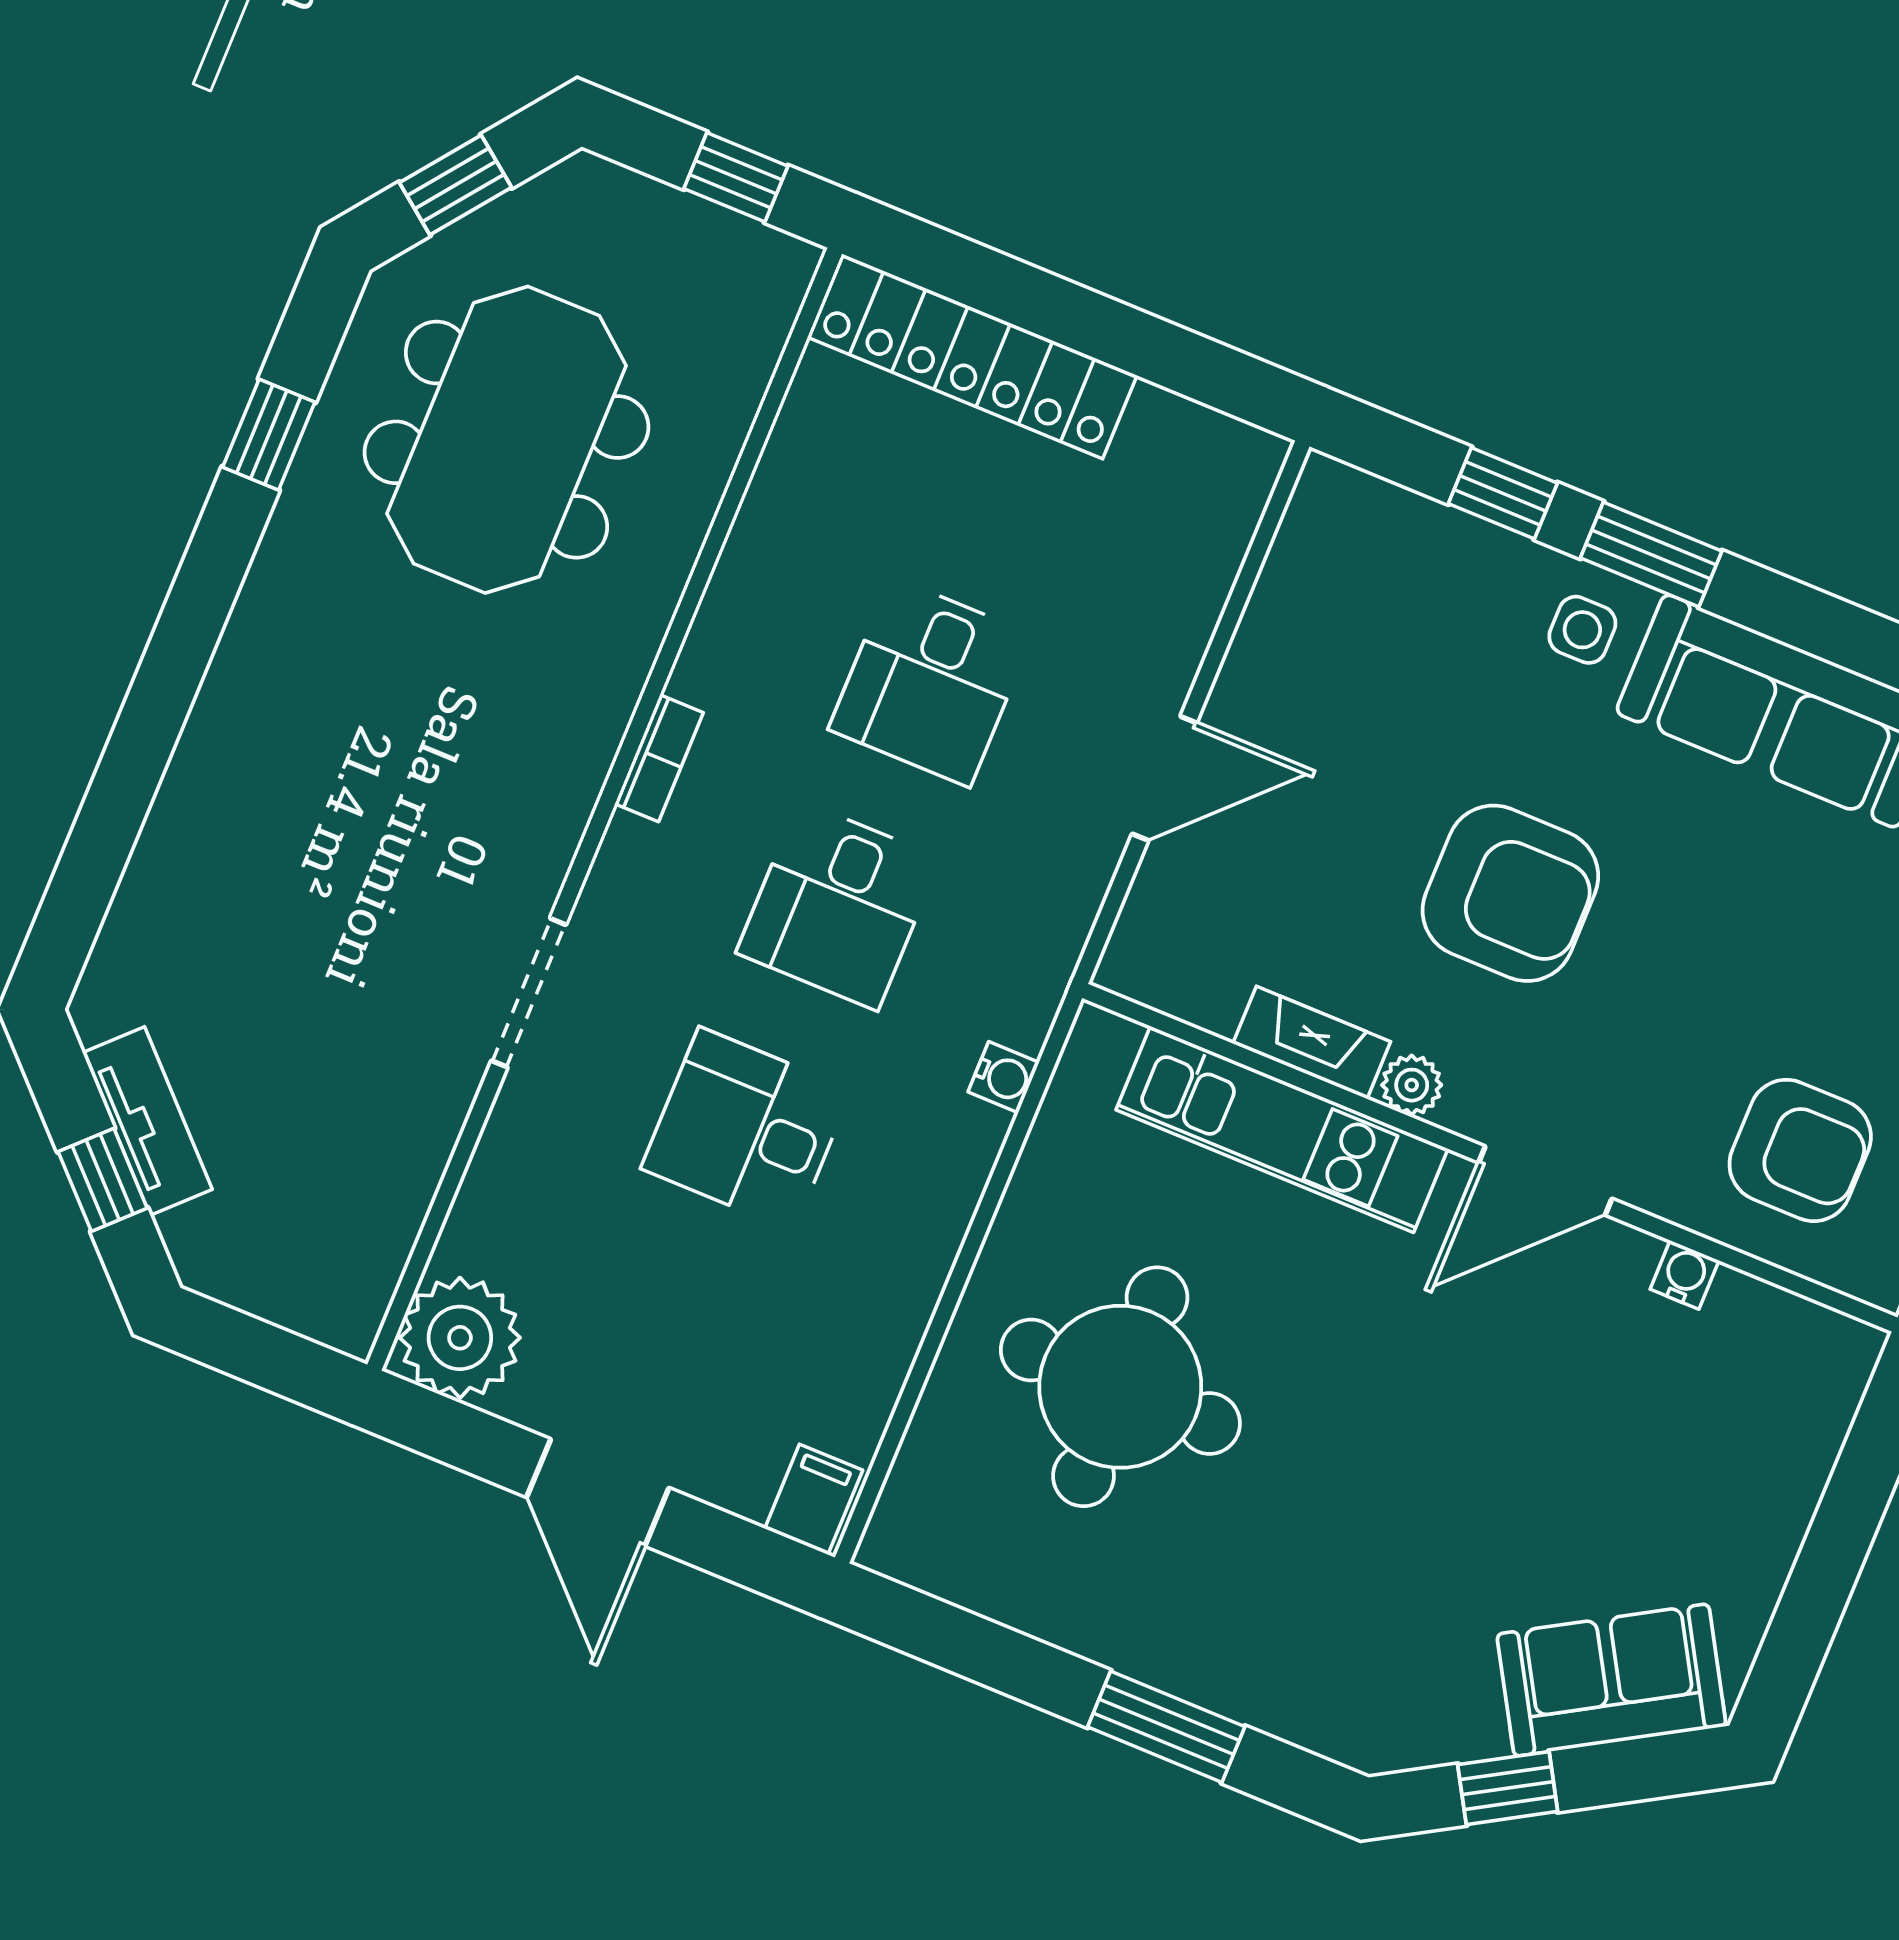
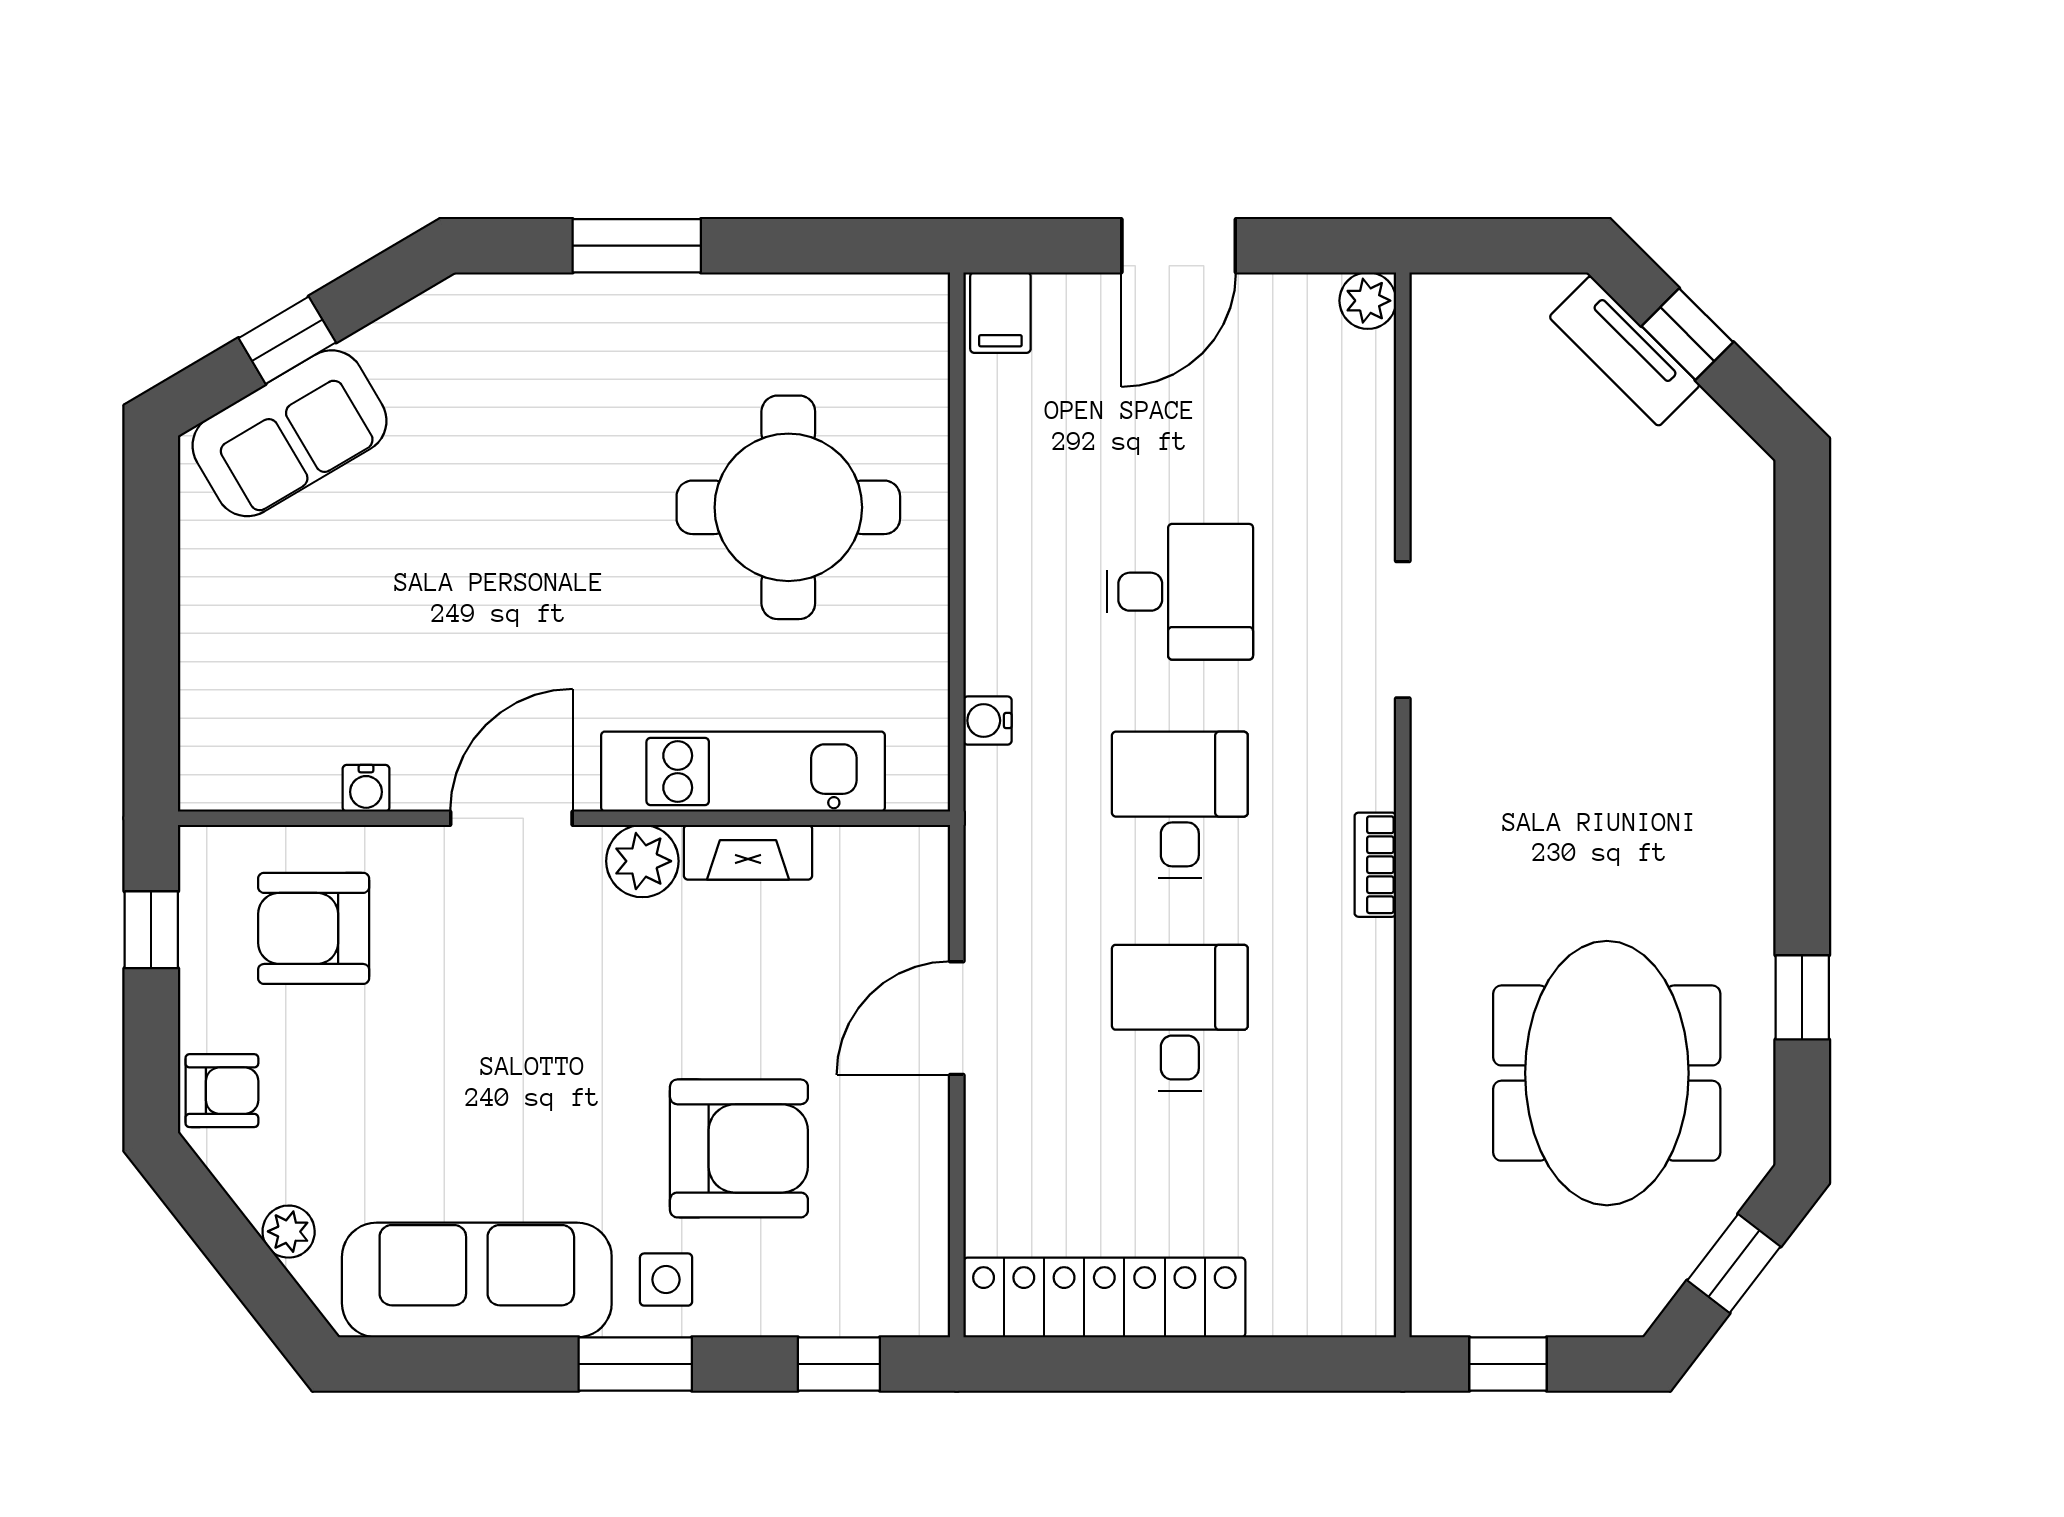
locker: (972, 356) -> (1104, 1298), moved
window: (1503, 493) -> (839, 1364), moved
armchair: (1510, 893) -> (739, 1148), moved, turned 180
plant: (1412, 1085) -> (642, 861), width x1.38, depth x1.38
tv unit: (147, 1121) -> (1625, 351), moved
plant: (460, 1338) -> (1368, 301), width x0.53, depth x0.53
door: (598, 1492) -> (1179, 246), swing flipped
window: (1508, 1788) -> (287, 340), moved

